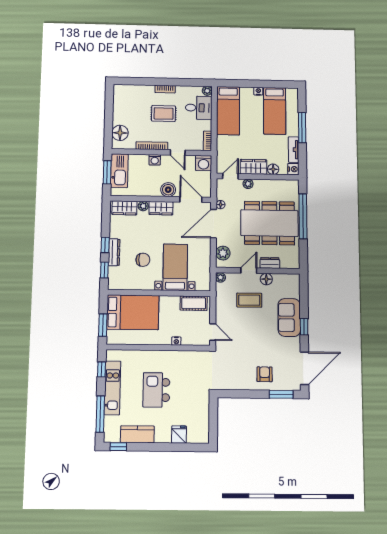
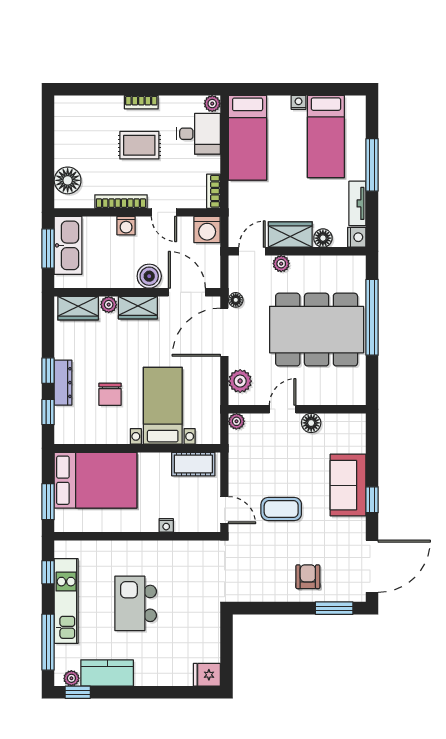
chair: (143, 260) -> (110, 394), turned 90
dresser: (270, 263) -> (317, 396), removed
coffee table: (249, 300) -> (281, 509), moved
fridge: (179, 434) -> (207, 675), moved, turned -90
plant: (115, 438) -> (71, 678), added

